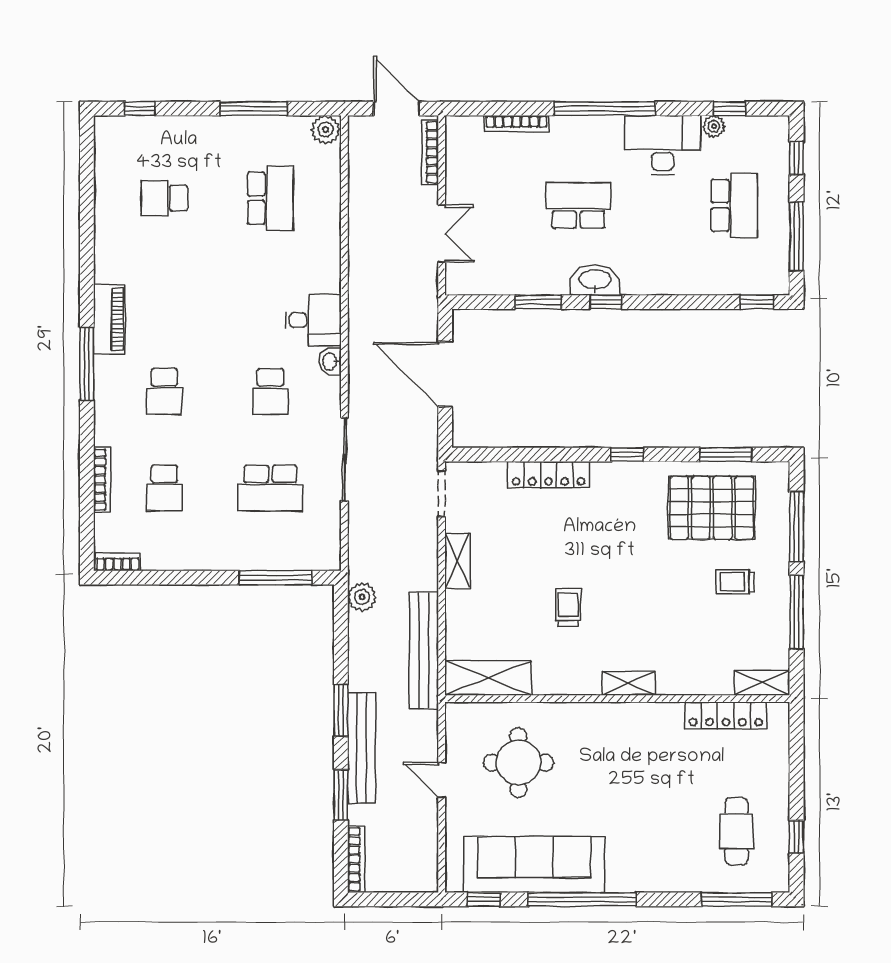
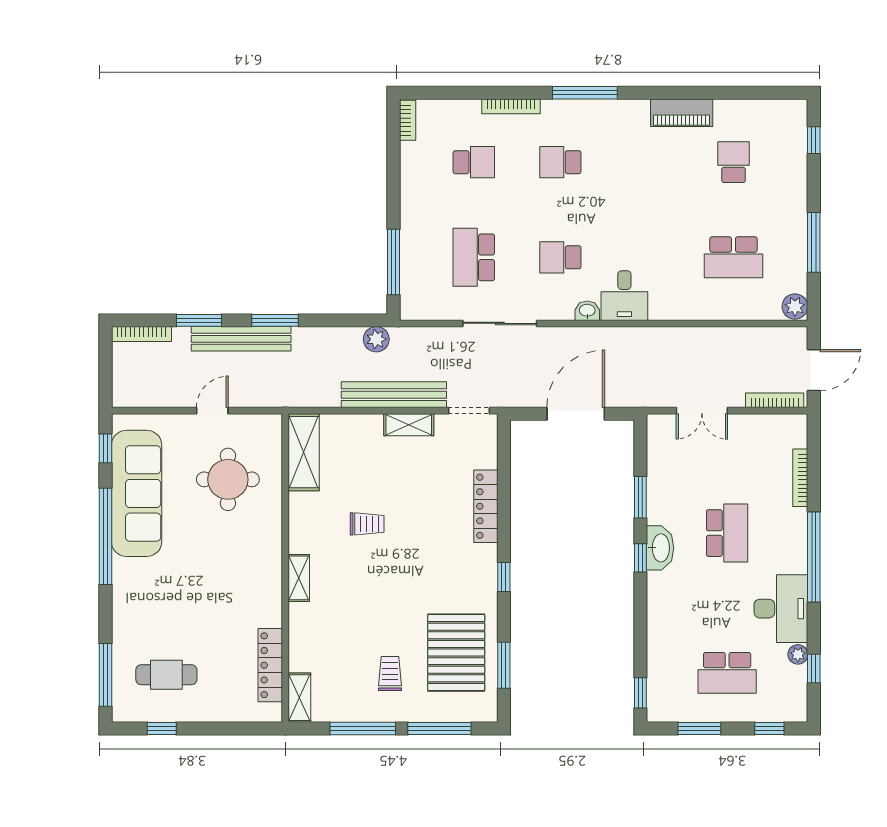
window: (796, 236) -> (699, 728), width x0.69
piano: (109, 319) -> (682, 113), moved
bookcase: (102, 480) -> (511, 106), moved
school desk: (164, 488) -> (474, 162), turned 180
bench: (424, 650) -> (394, 395), moved

